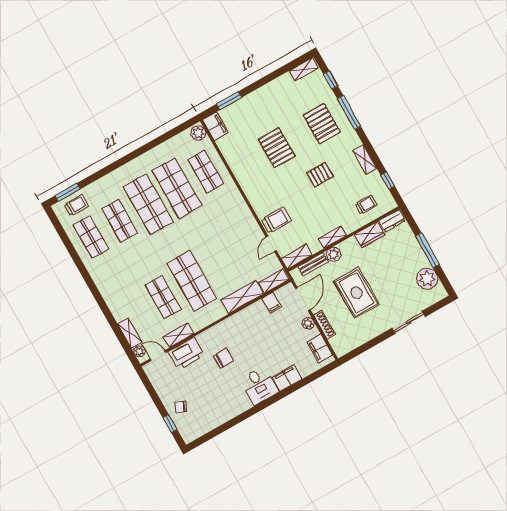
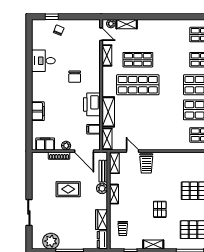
rug: (357, 293) -> (68, 189), width x0.73, depth x0.70
printer: (186, 354) -> (92, 104), moved
door: (158, 356) -> (101, 34), hinge flipped
desk: (259, 386) -> (43, 61), moved

